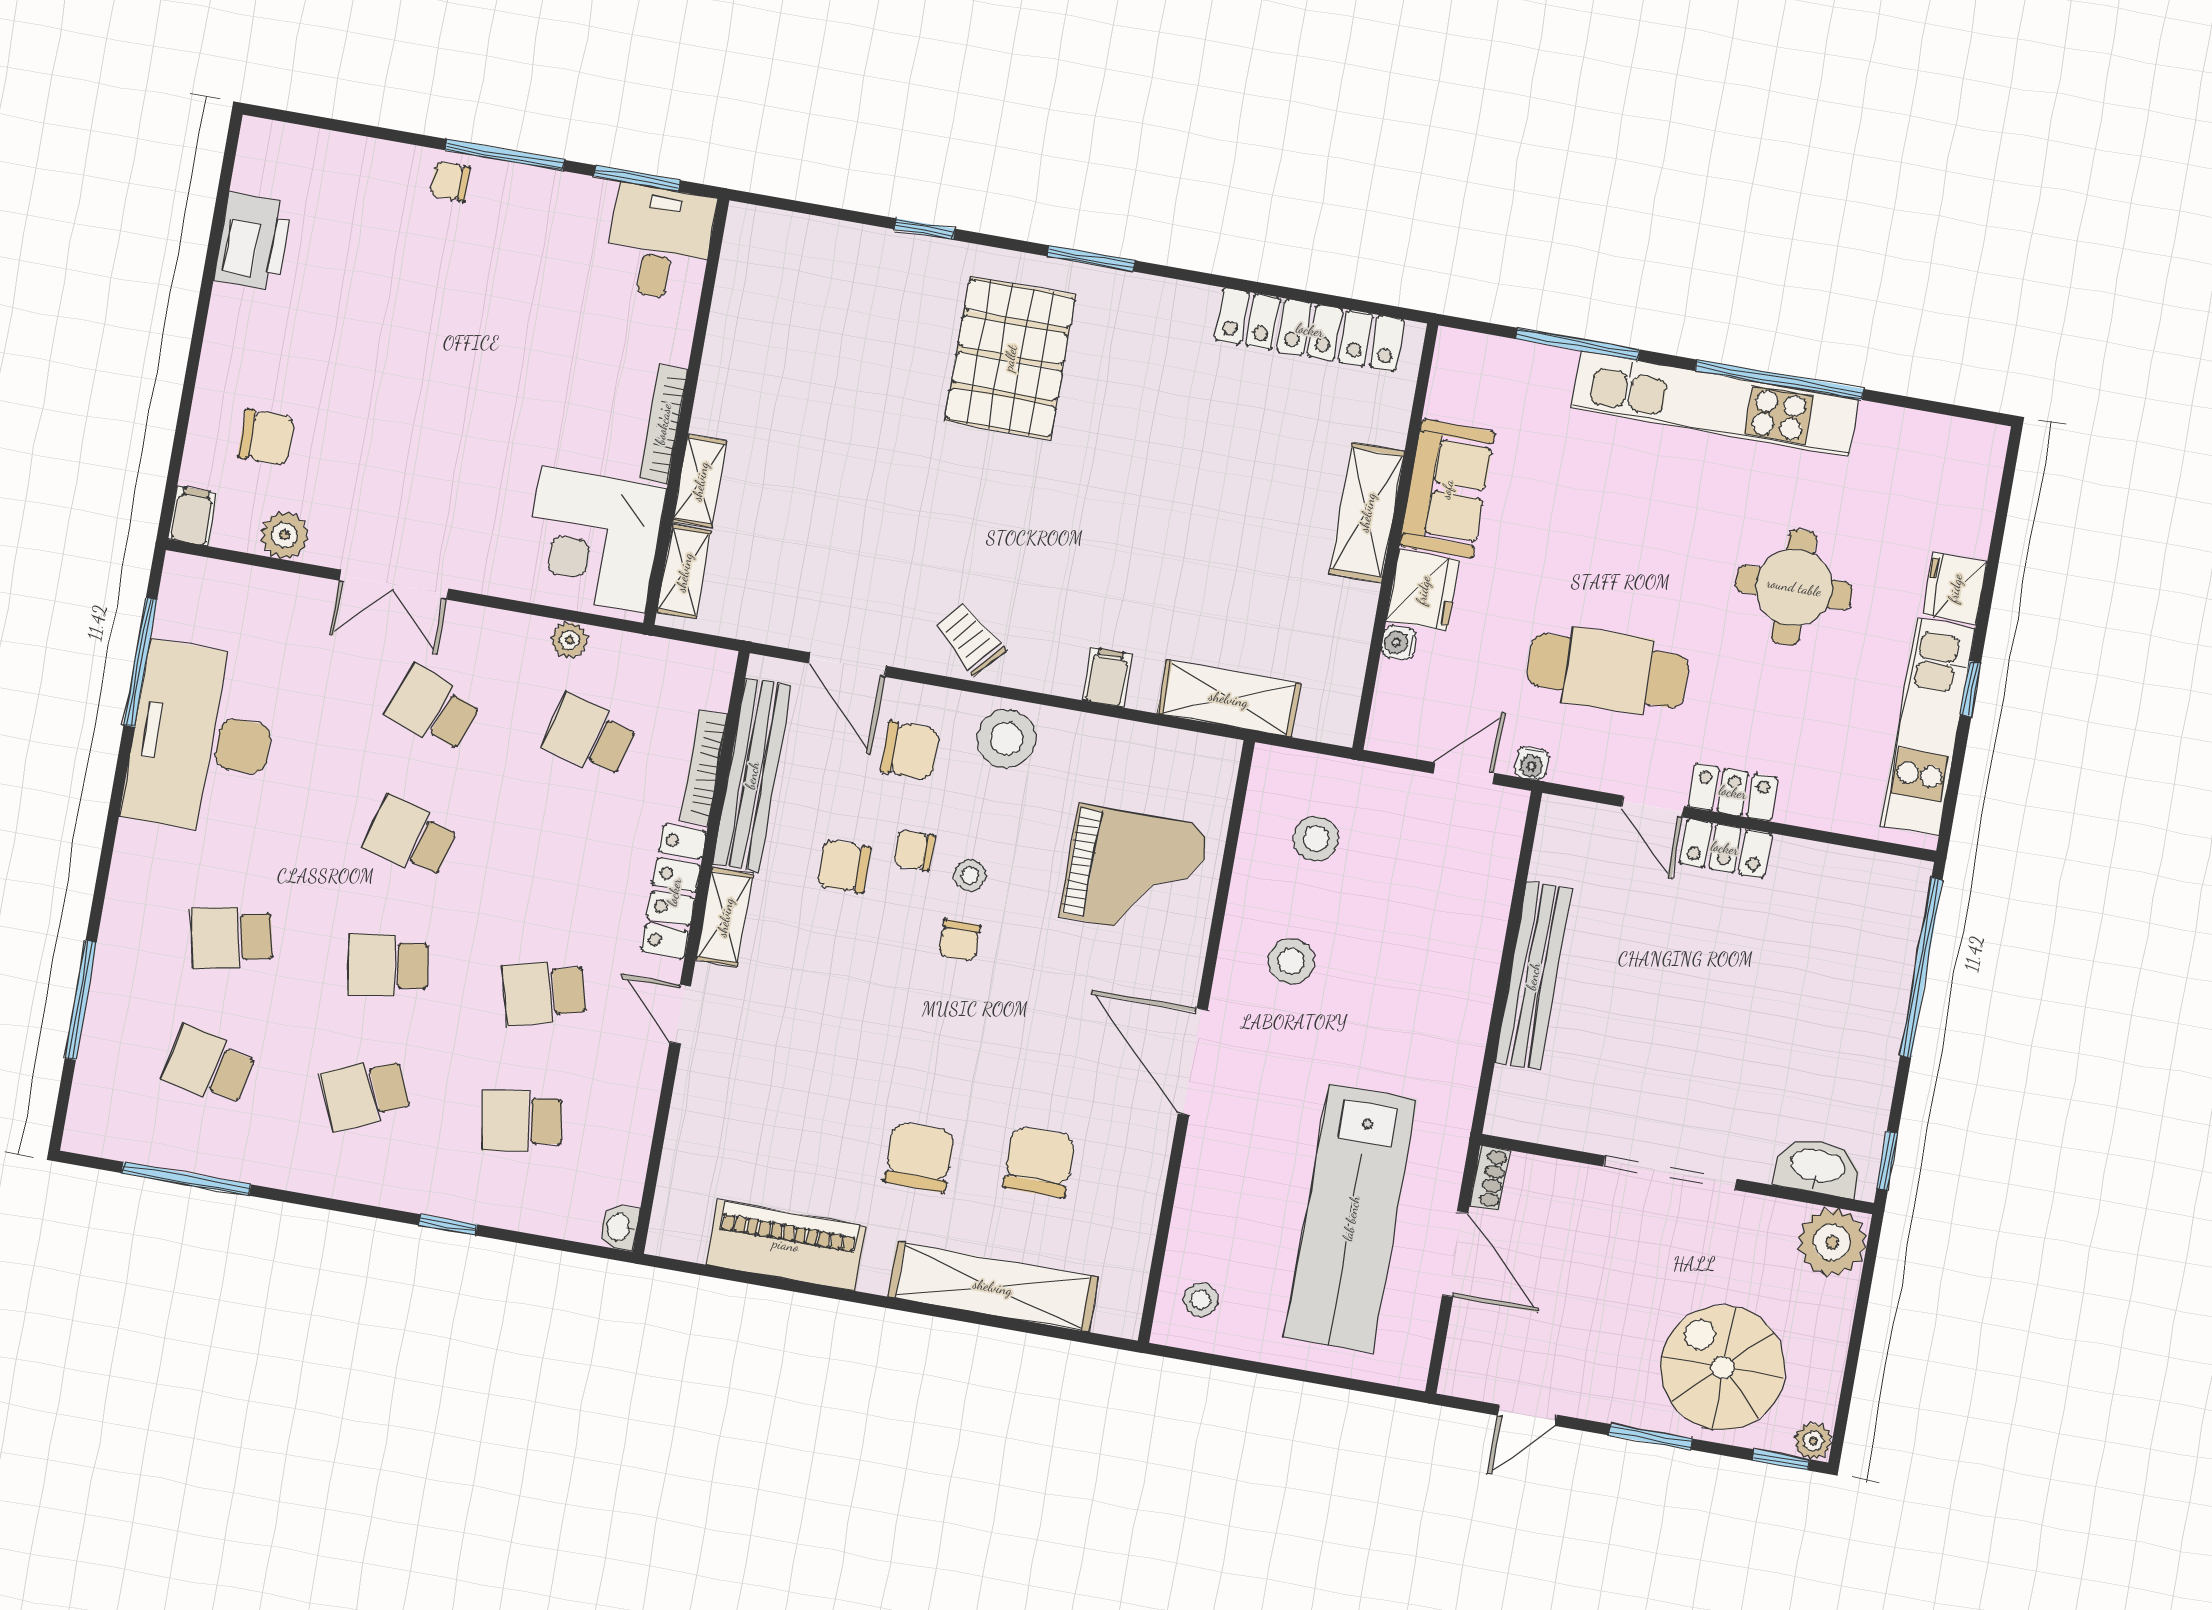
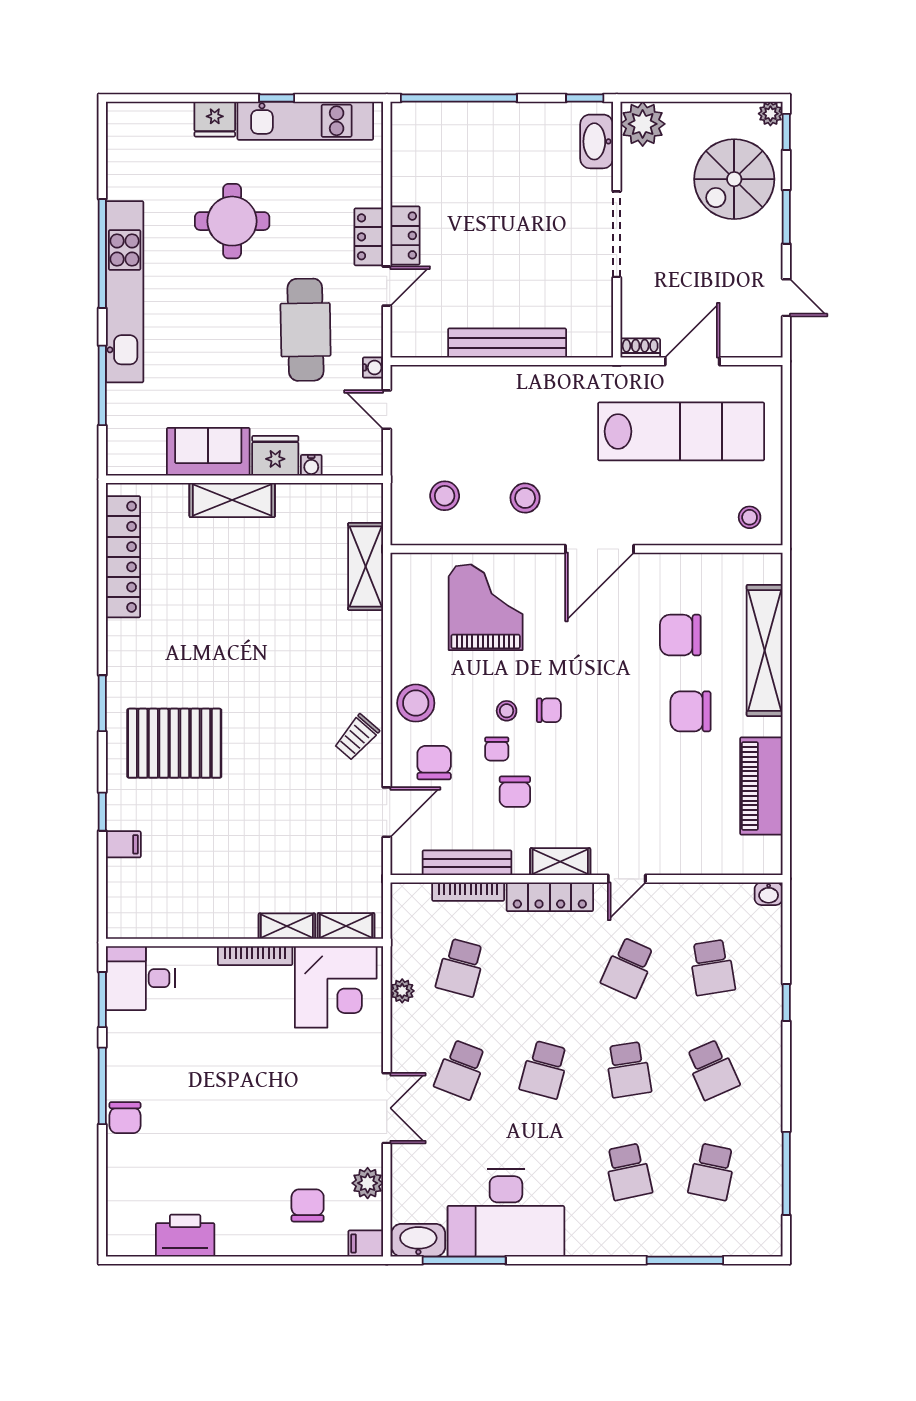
chair: (450, 181) -> (125, 1118), width x1.37, depth x1.37
washbasin: (183, 597) -> (418, 1240), added
filing cabinet: (1107, 677) -> (123, 844), moved, turned 180
bench: (752, 775) -> (467, 863), width x0.73, depth x0.82
school desk: (544, 993) -> (628, 967), turned 39

